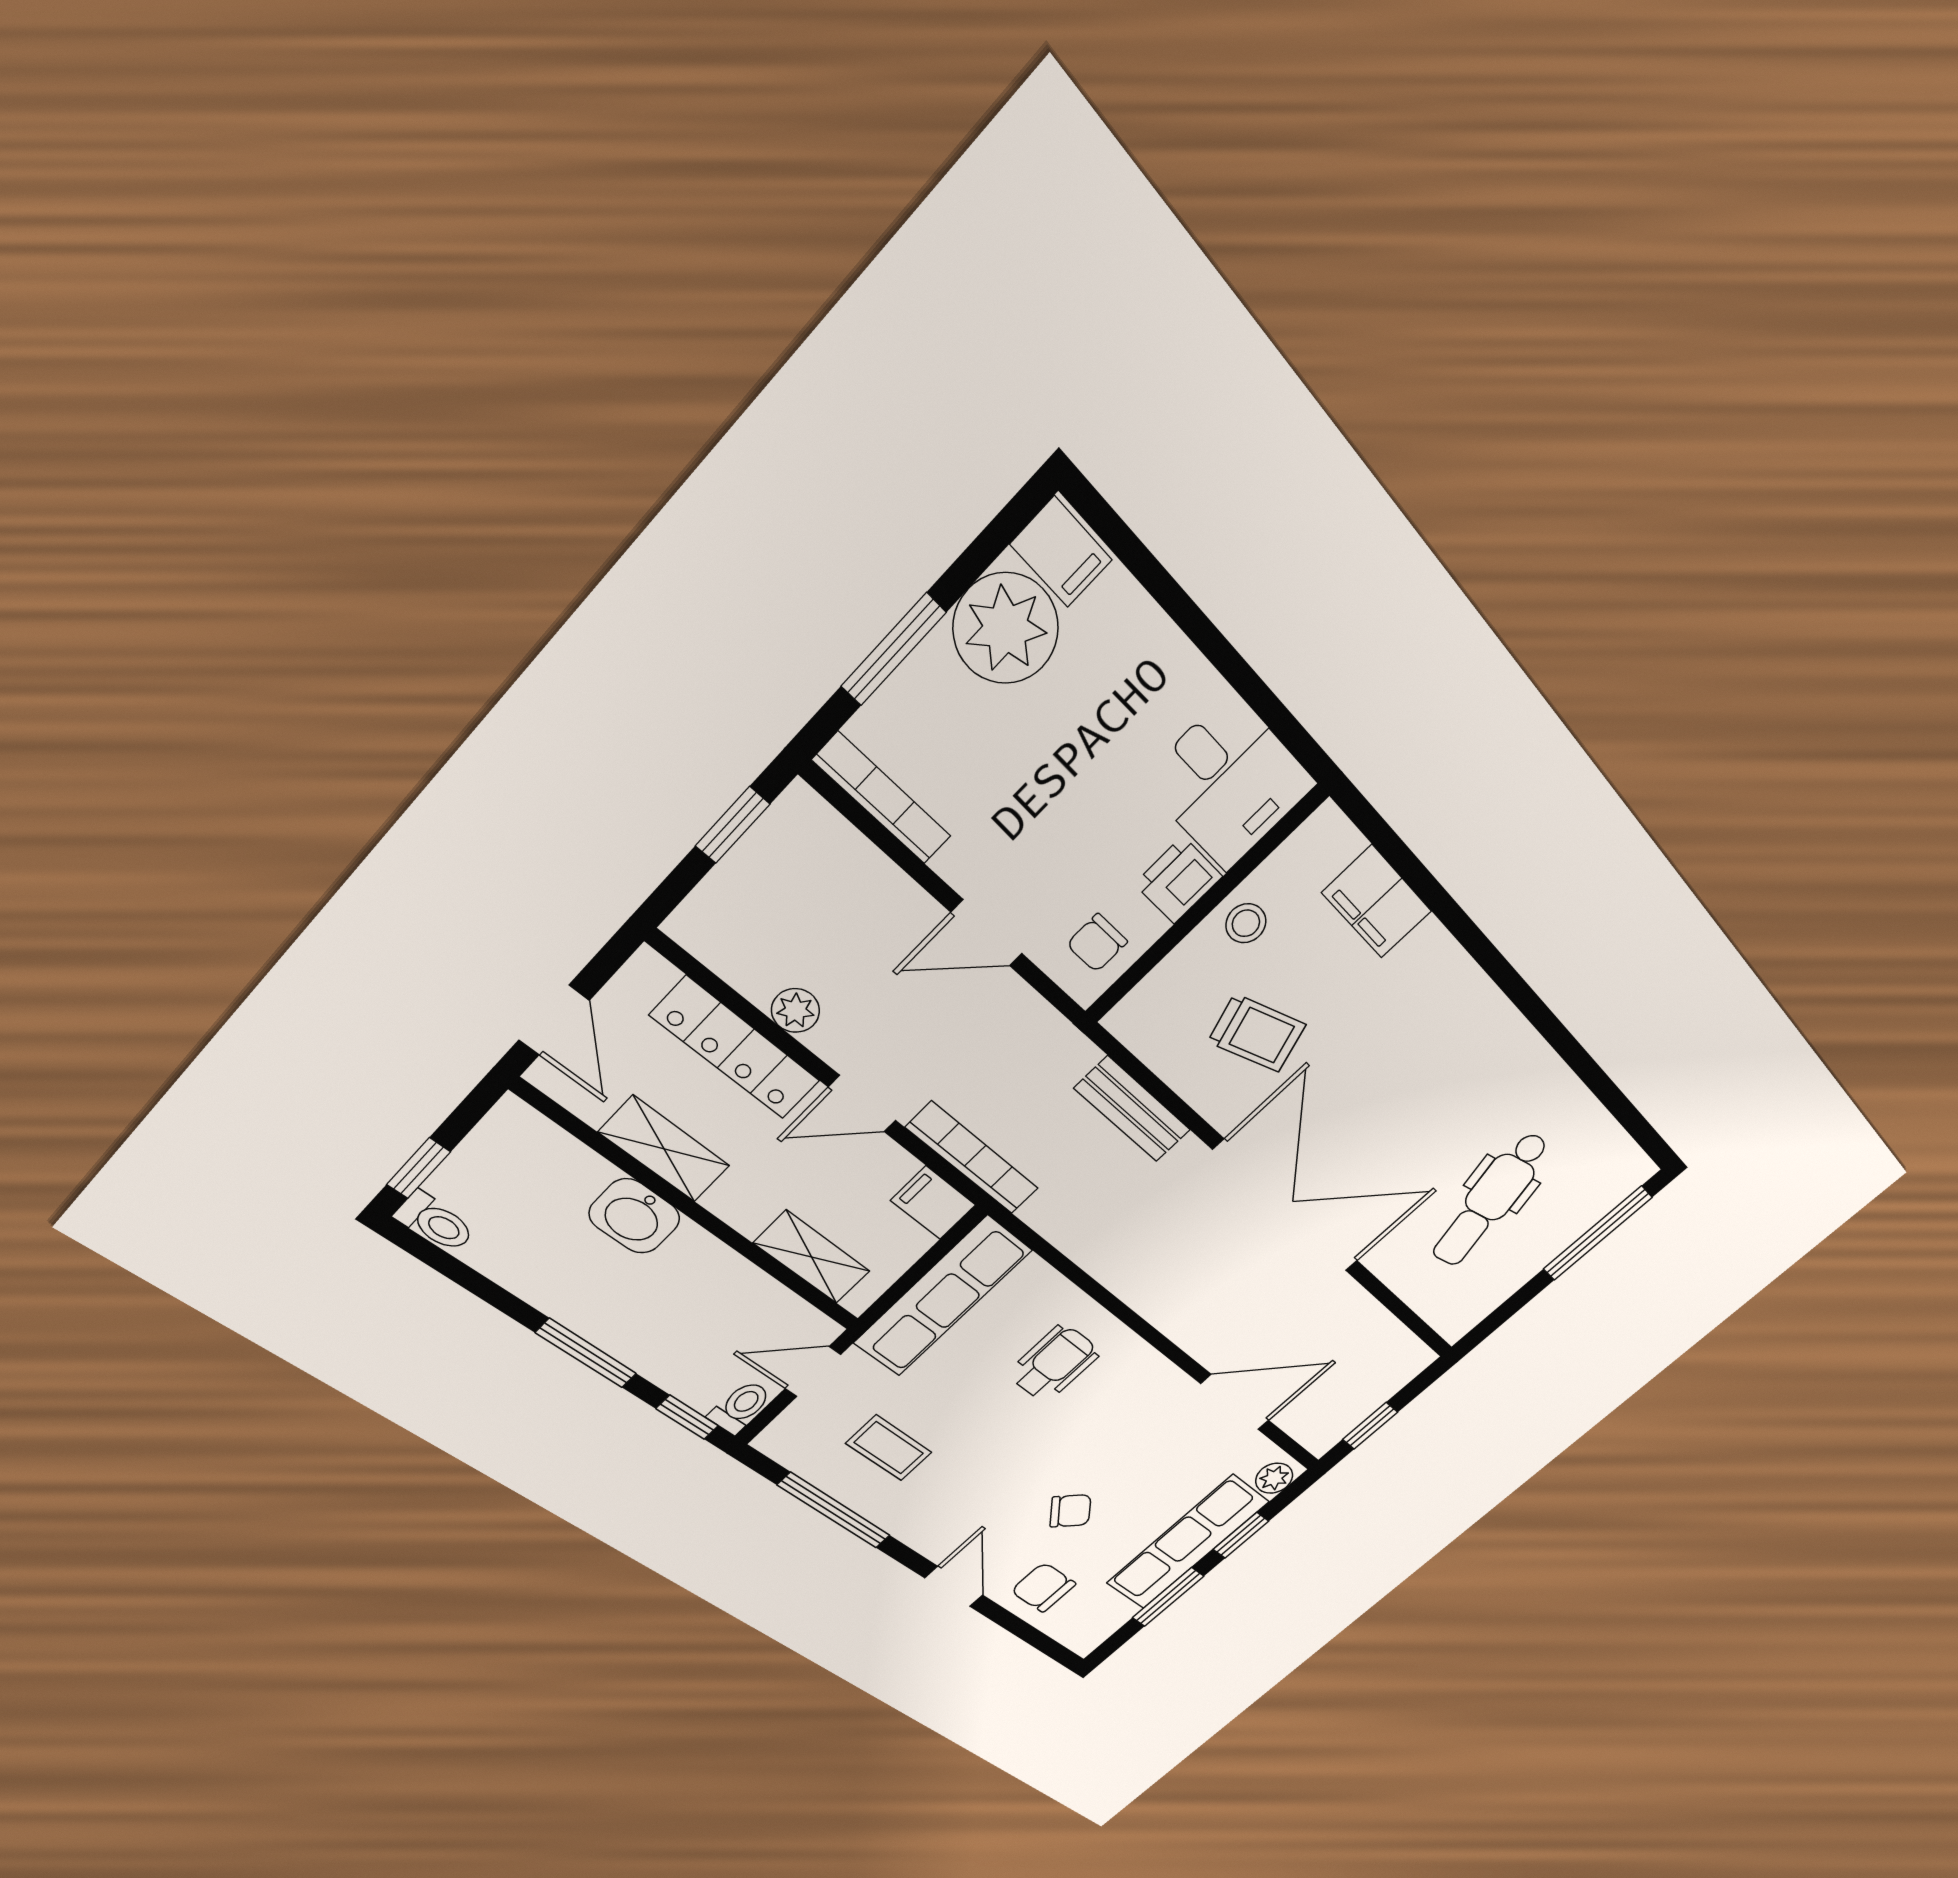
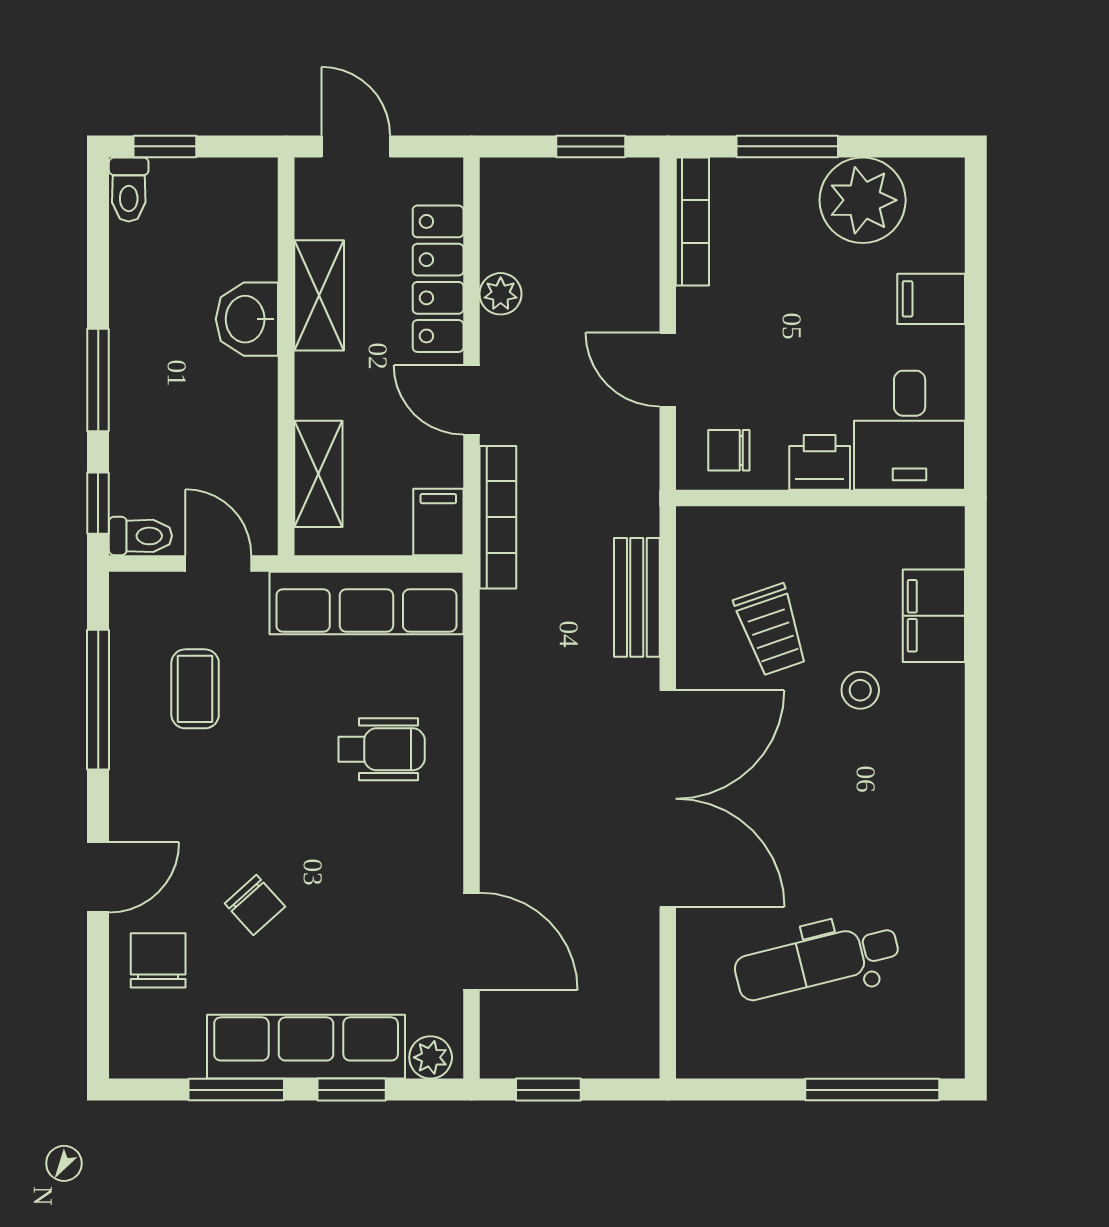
filing cabinet: (1061, 552) -> (931, 299), moved, turned 90
stool: (1246, 923) -> (860, 690), moved
door: (554, 1020) -> (356, 146), swing flipped

